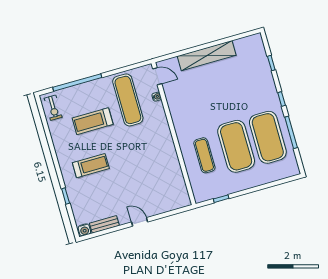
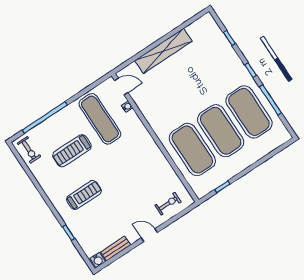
exercise mat: (204, 155) -> (192, 149), width x2.00, depth x1.45
exercise bike: (166, 198) -> (168, 204), added

